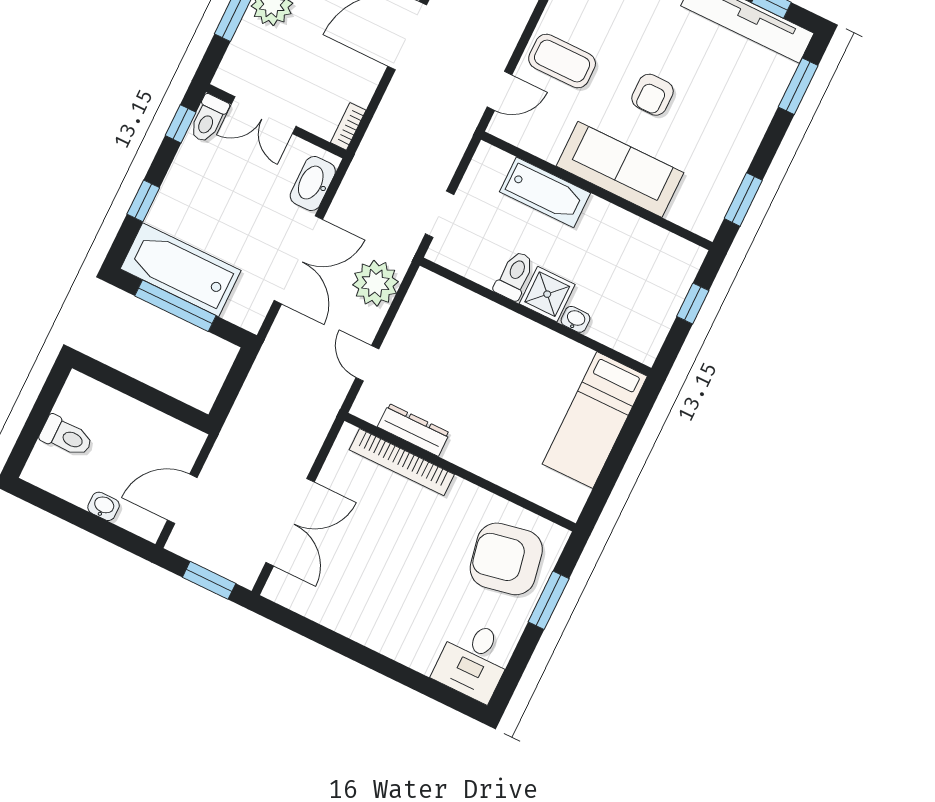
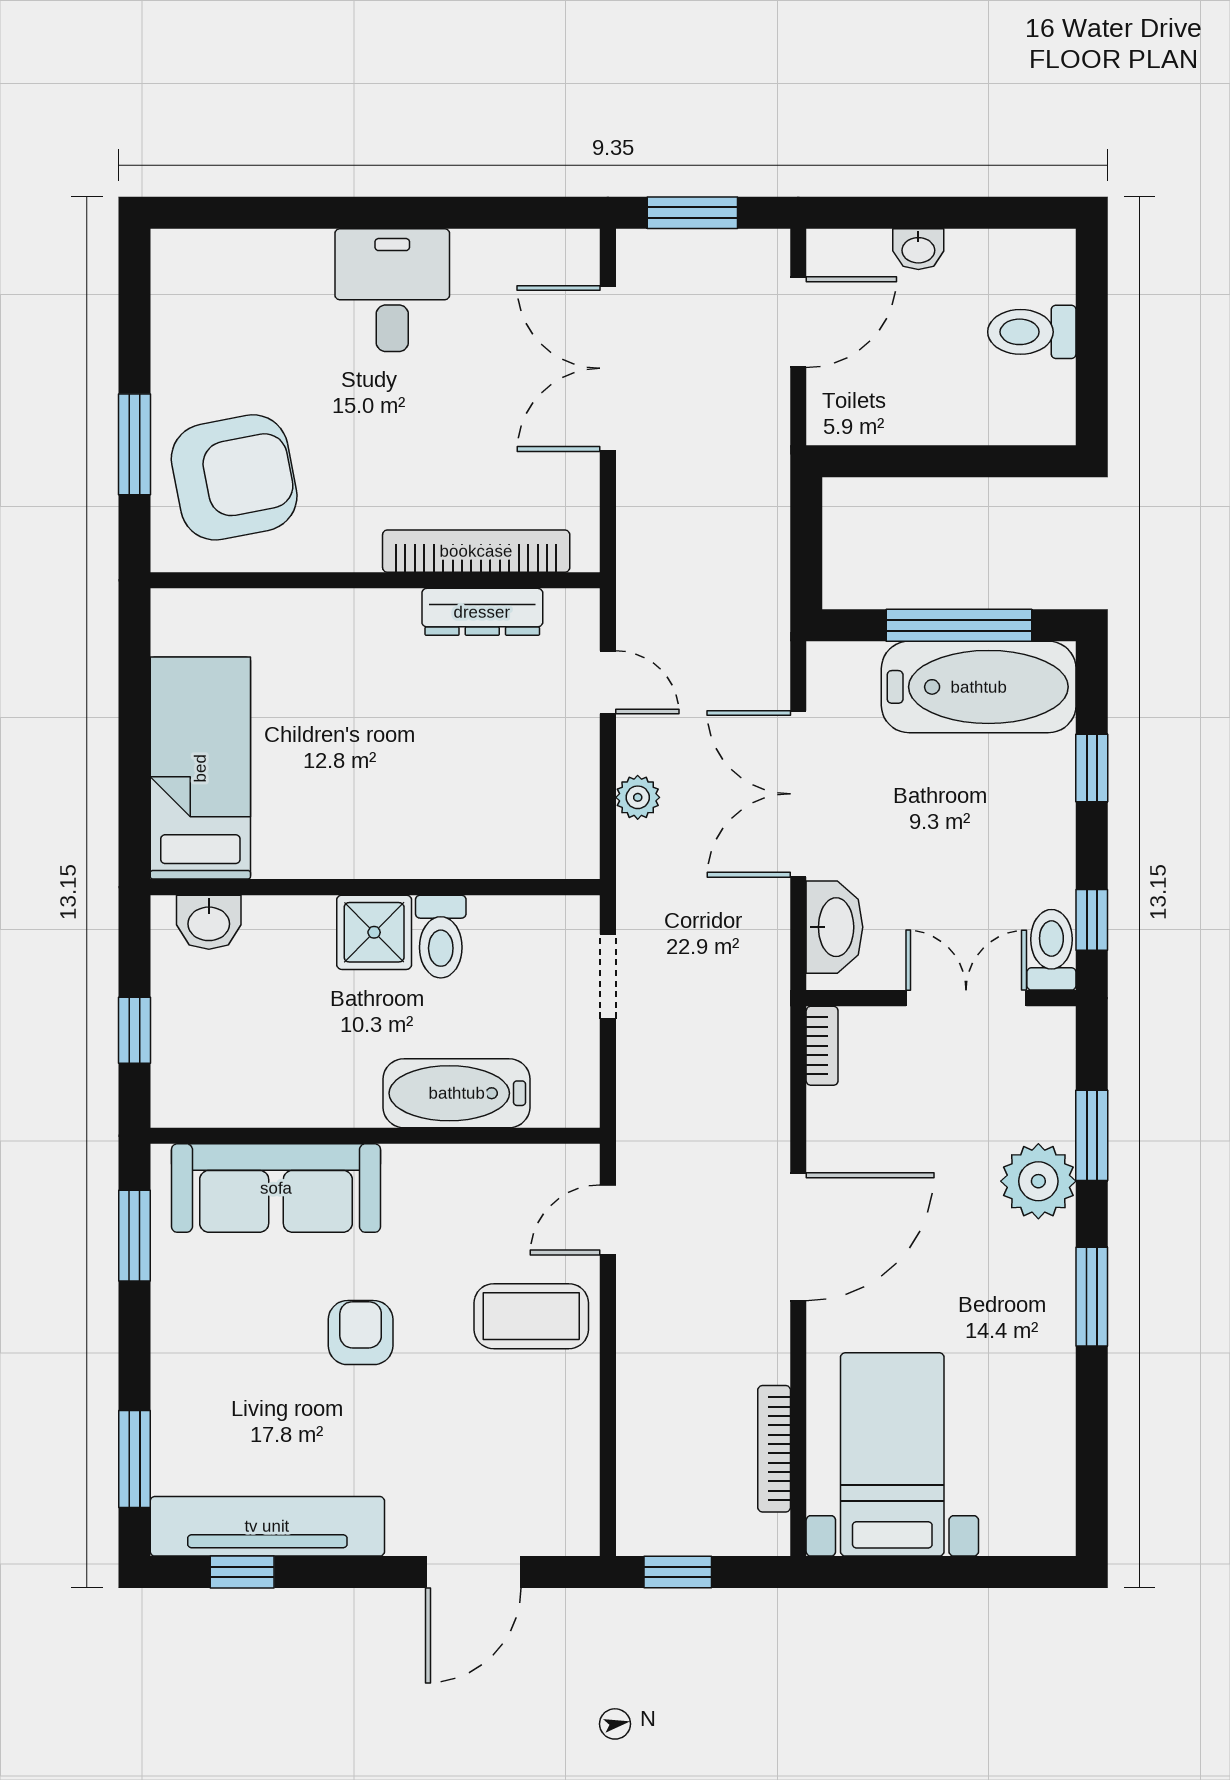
sofa: (620, 169) -> (276, 1188), moved
plant: (375, 283) -> (638, 797), width x0.53, depth x0.53
washbasin: (575, 319) -> (209, 922), moved, width x1.38, depth x1.45
desk: (474, 660) -> (392, 290), moved

